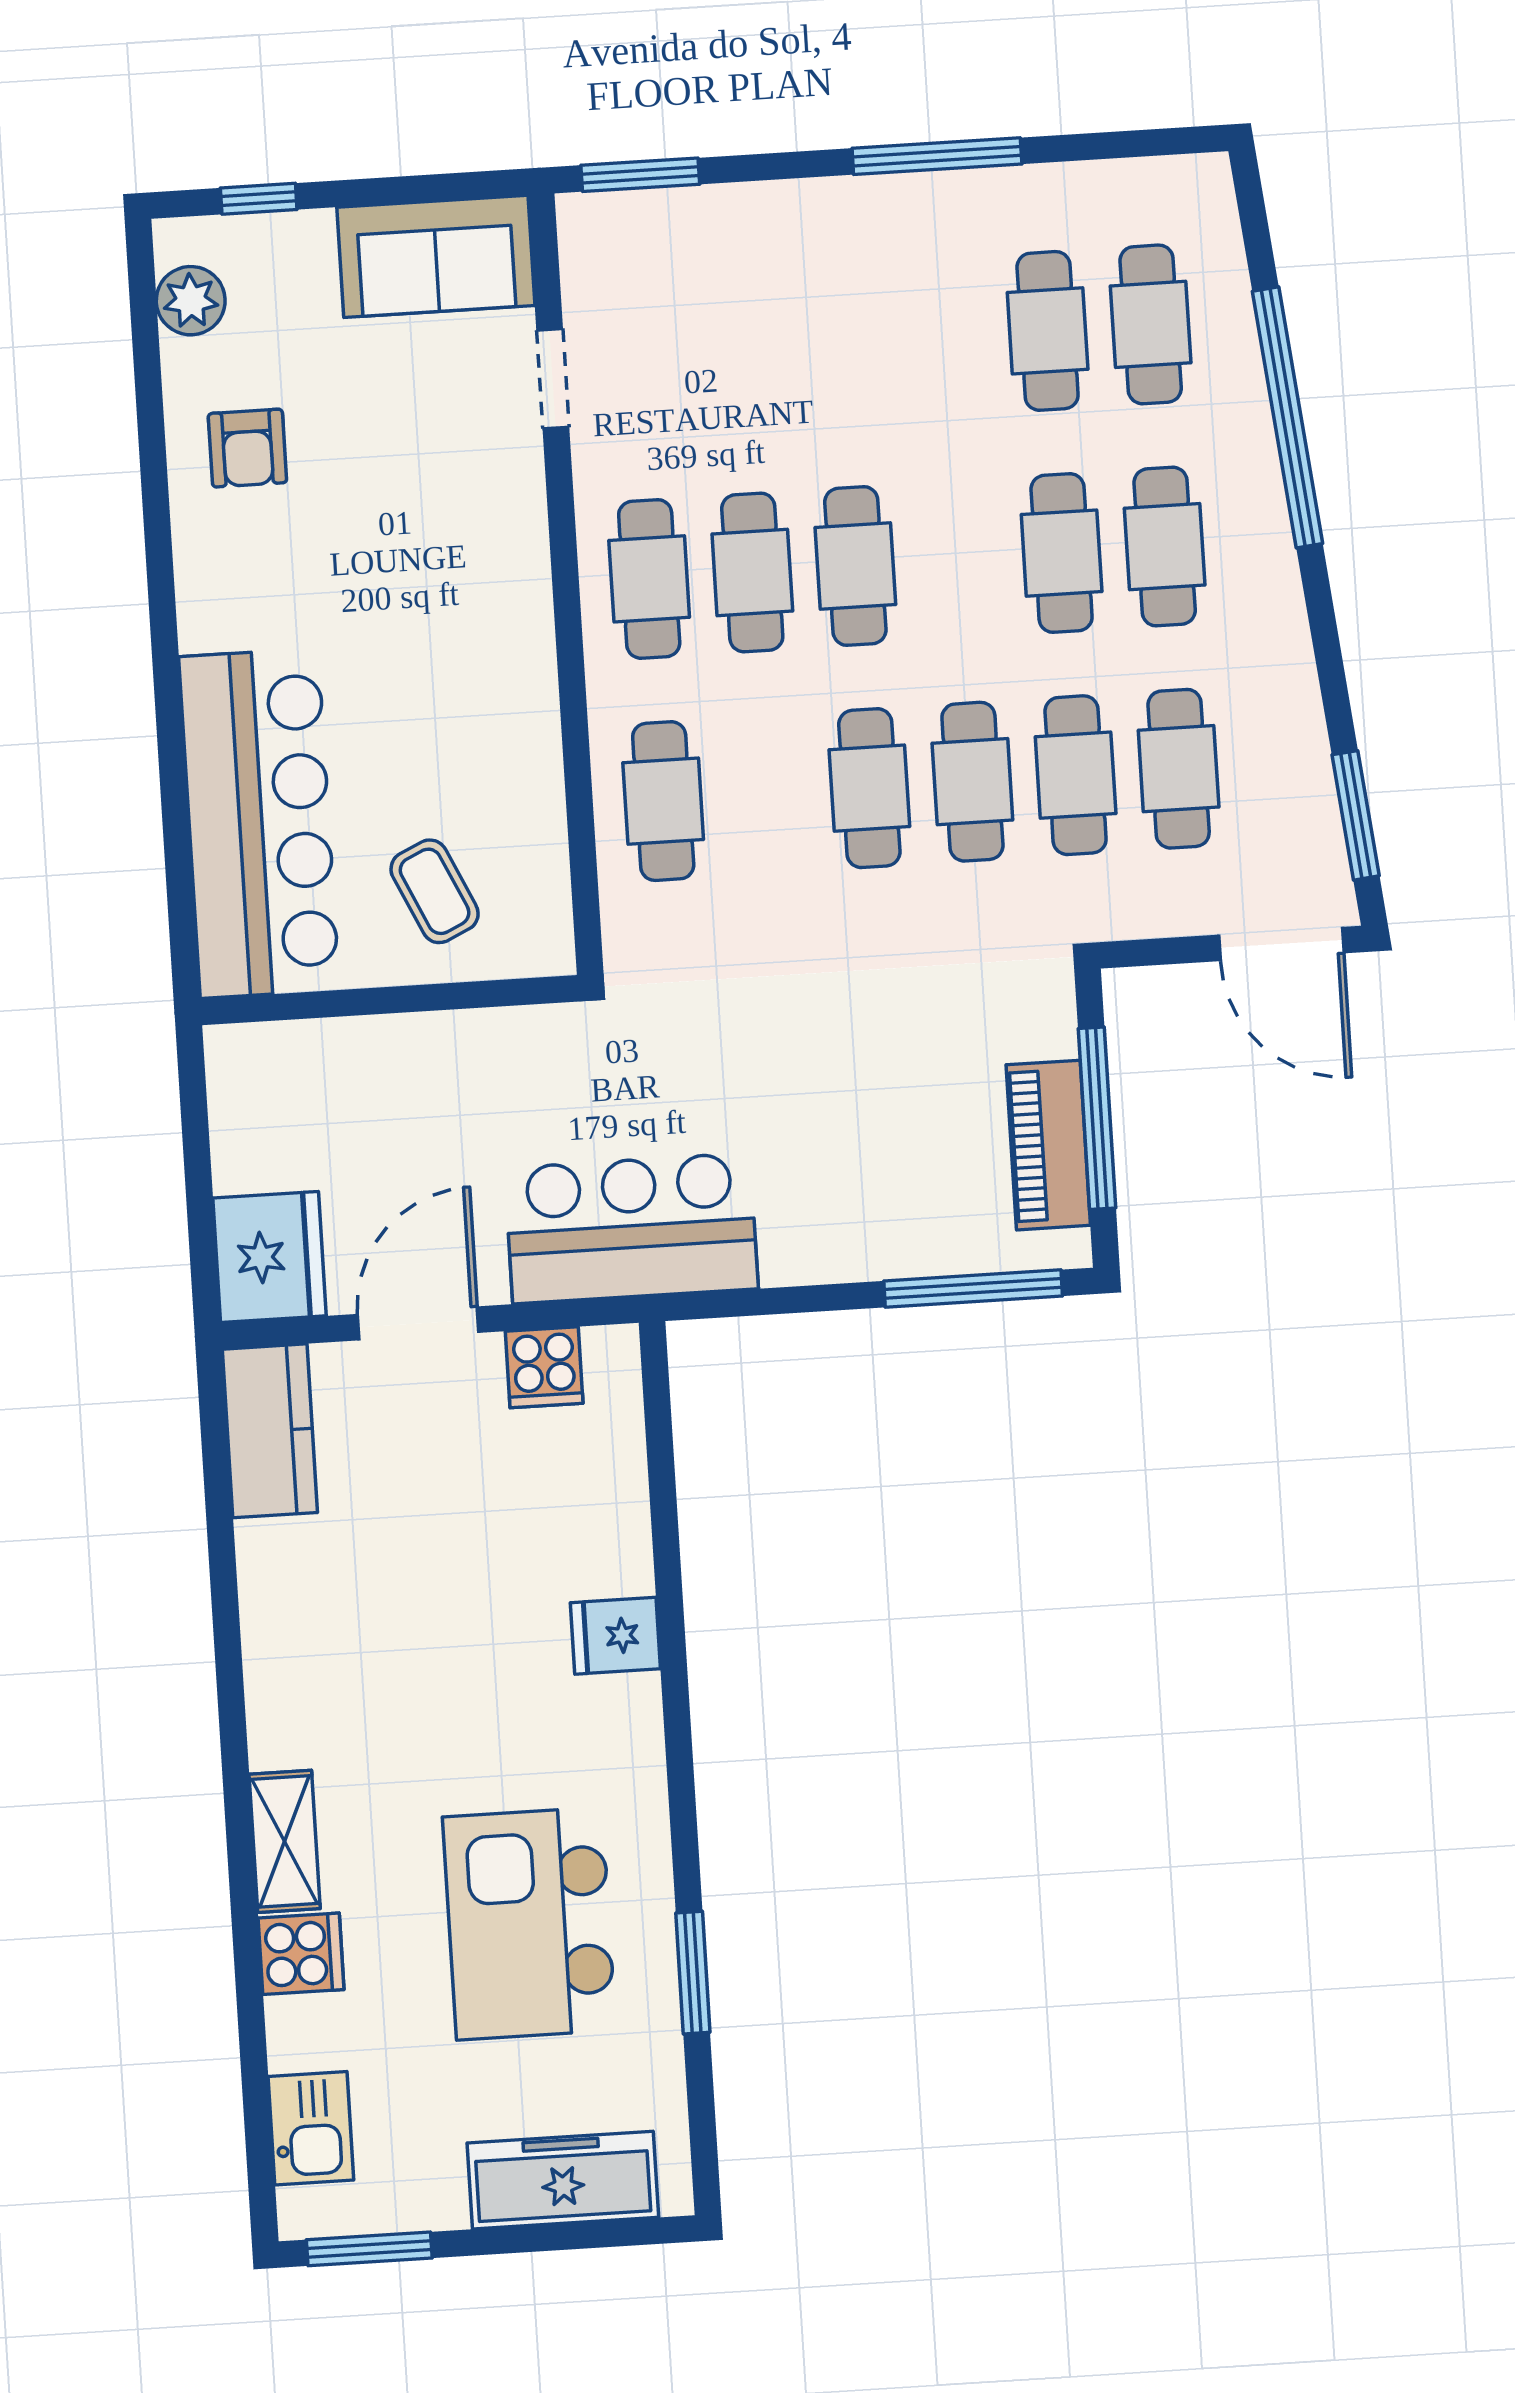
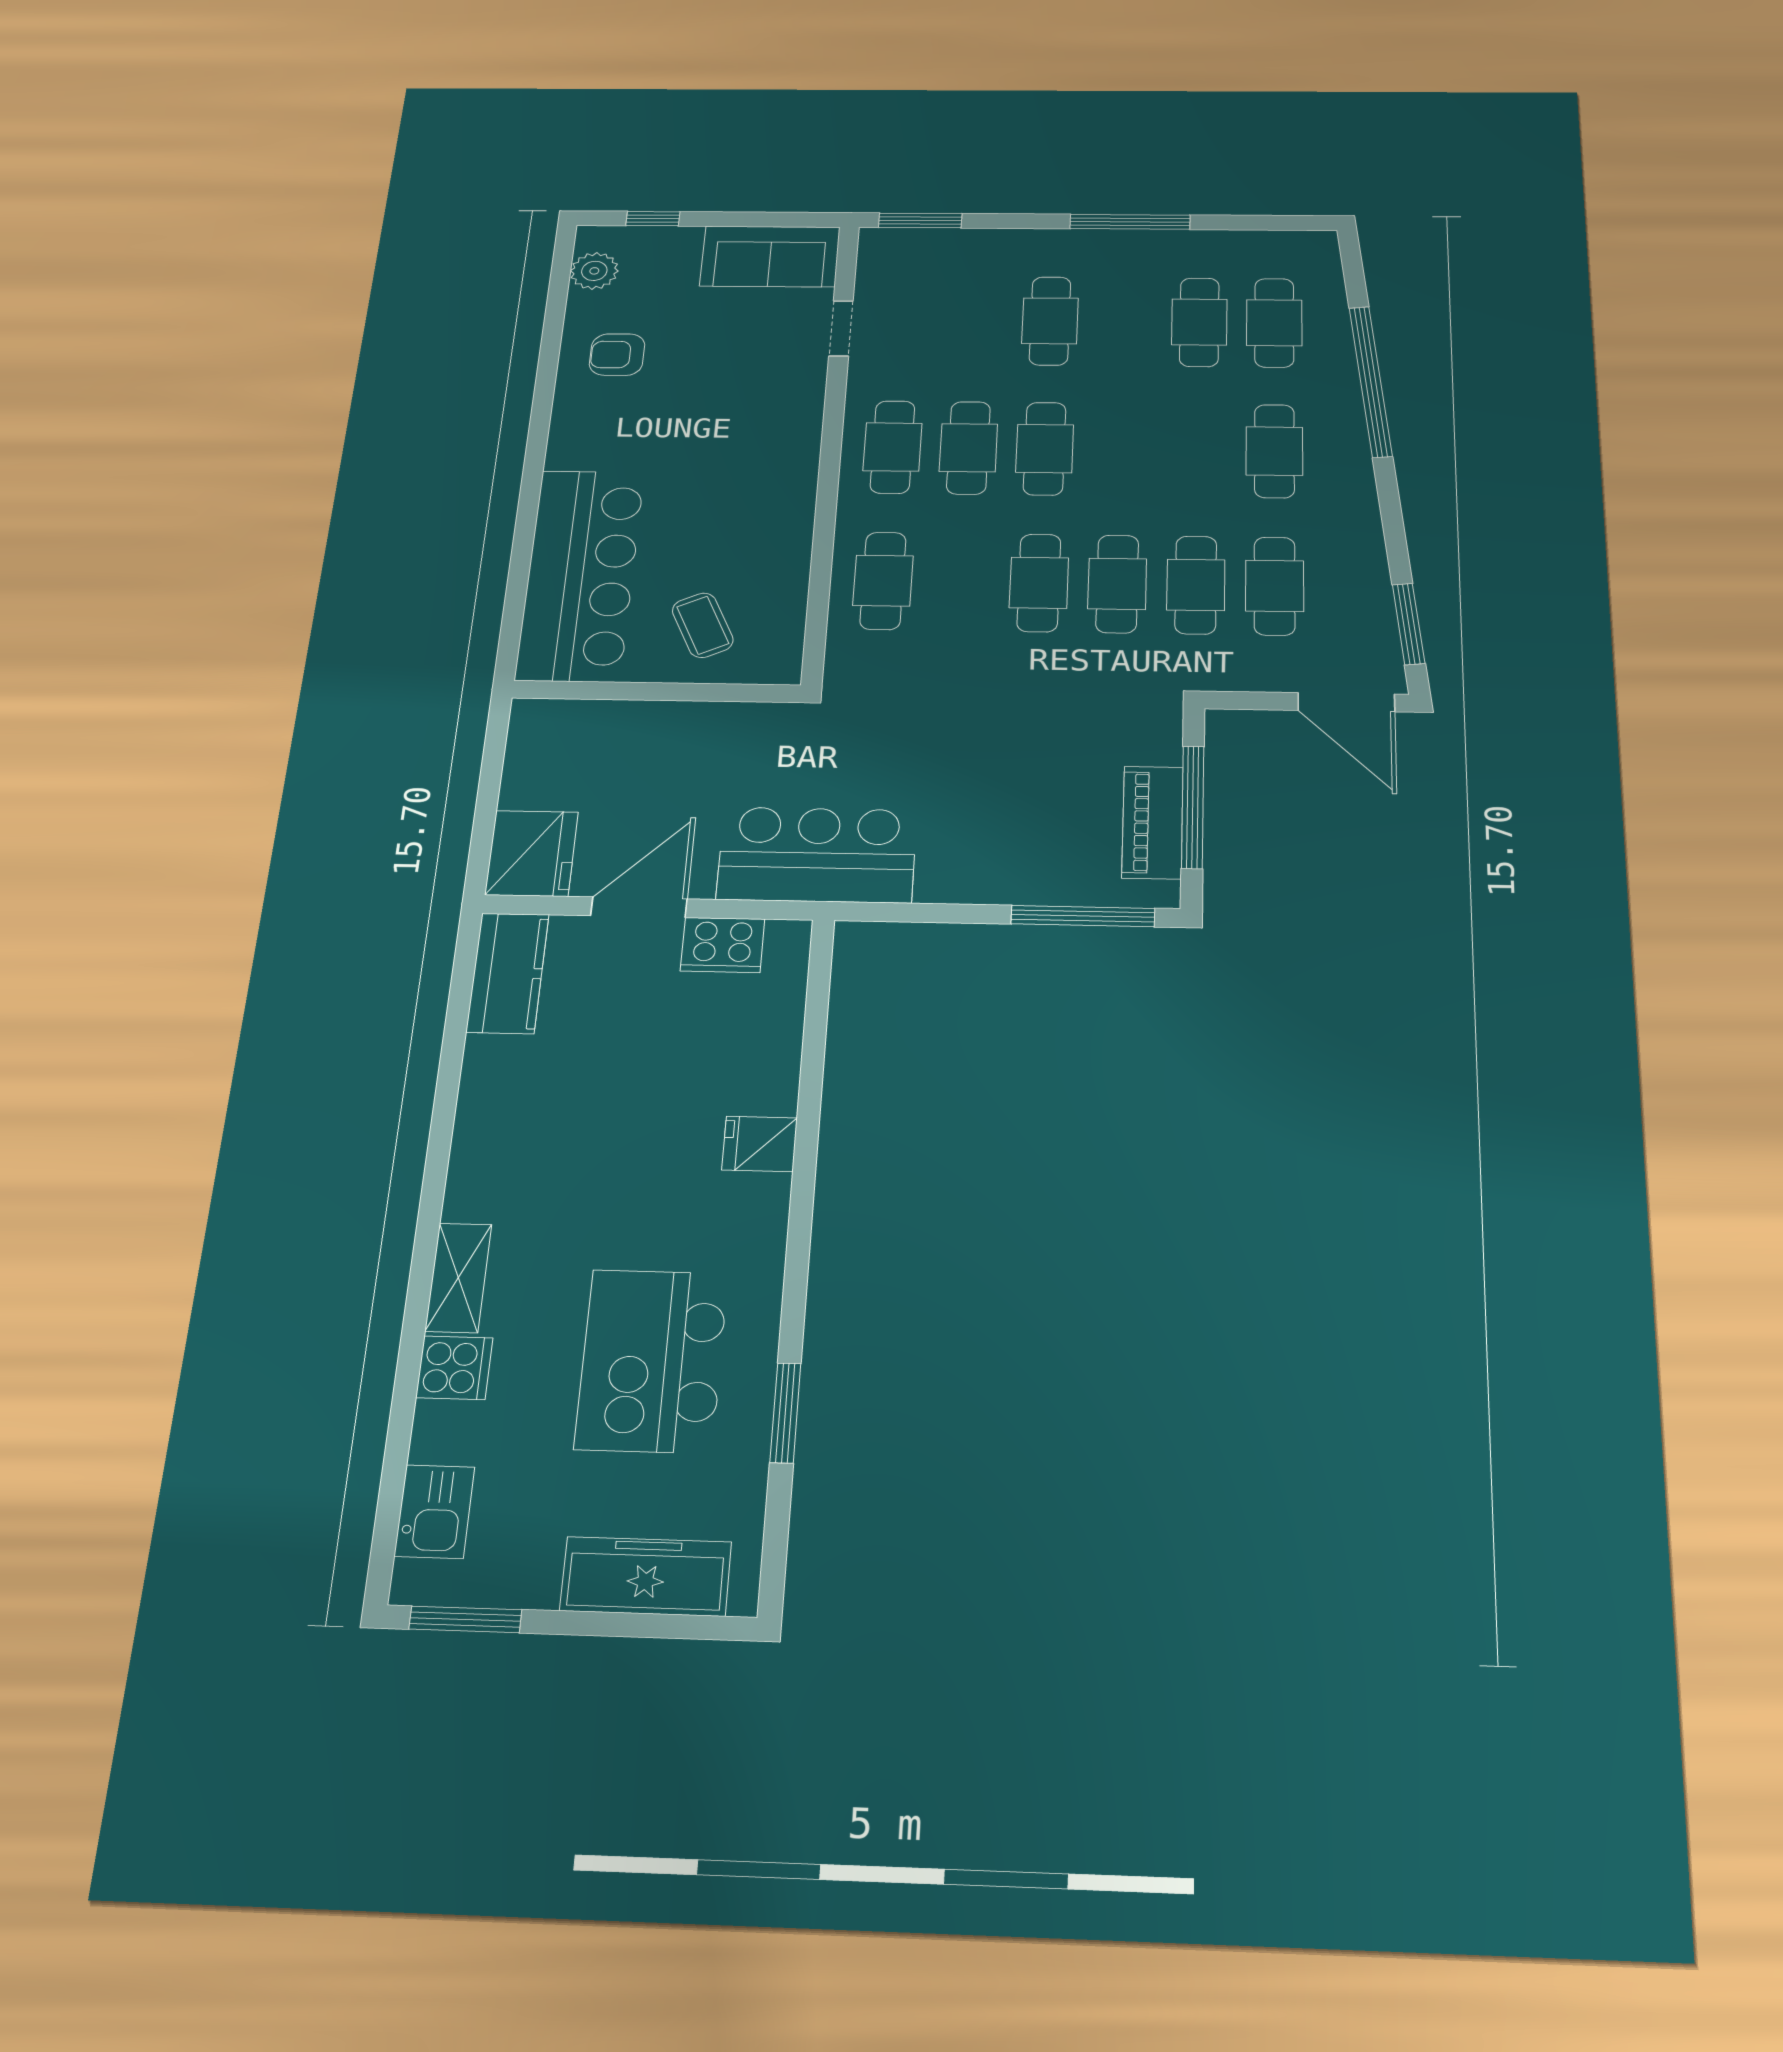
armchair: (247, 448) -> (617, 355), turned 90
cafe table: (1062, 553) -> (1050, 321), moved
cooker: (544, 1367) -> (723, 945), width x1.36

